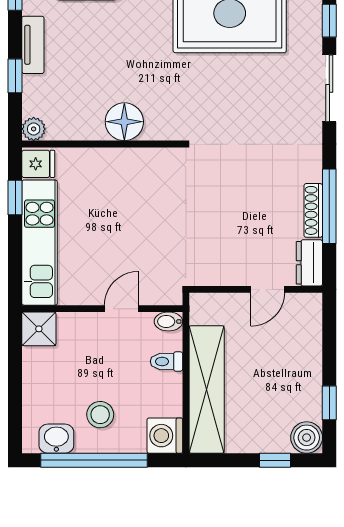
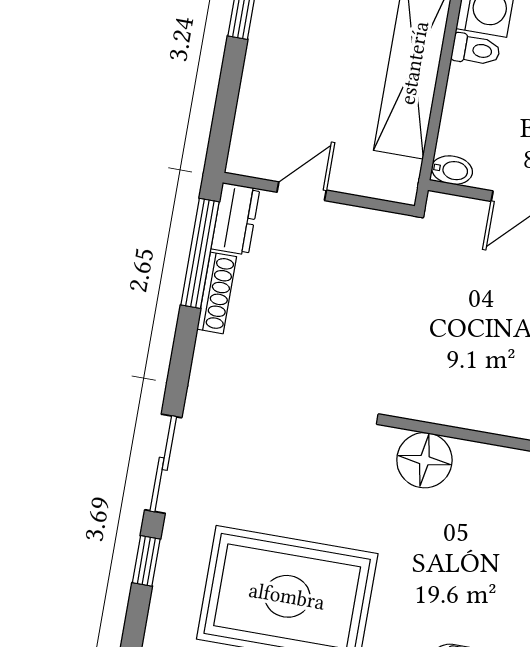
floor lamp: (124, 122) -> (424, 460), moved
window: (329, 206) -> (200, 253), moved
toilet: (167, 361) -> (476, 50), moved

